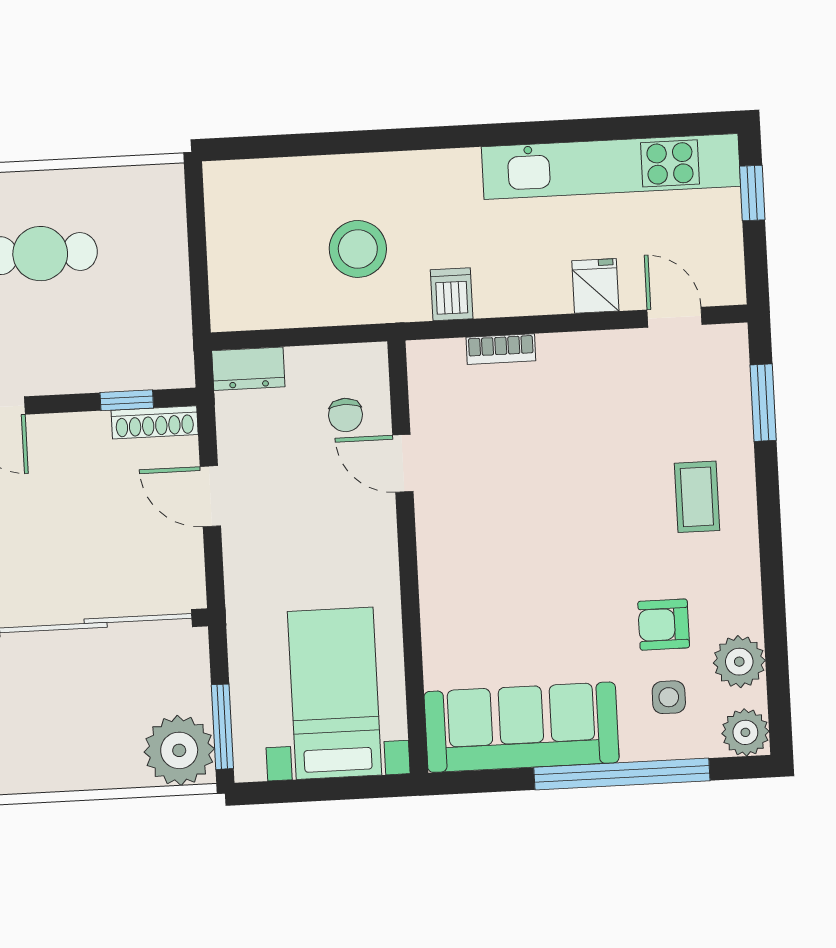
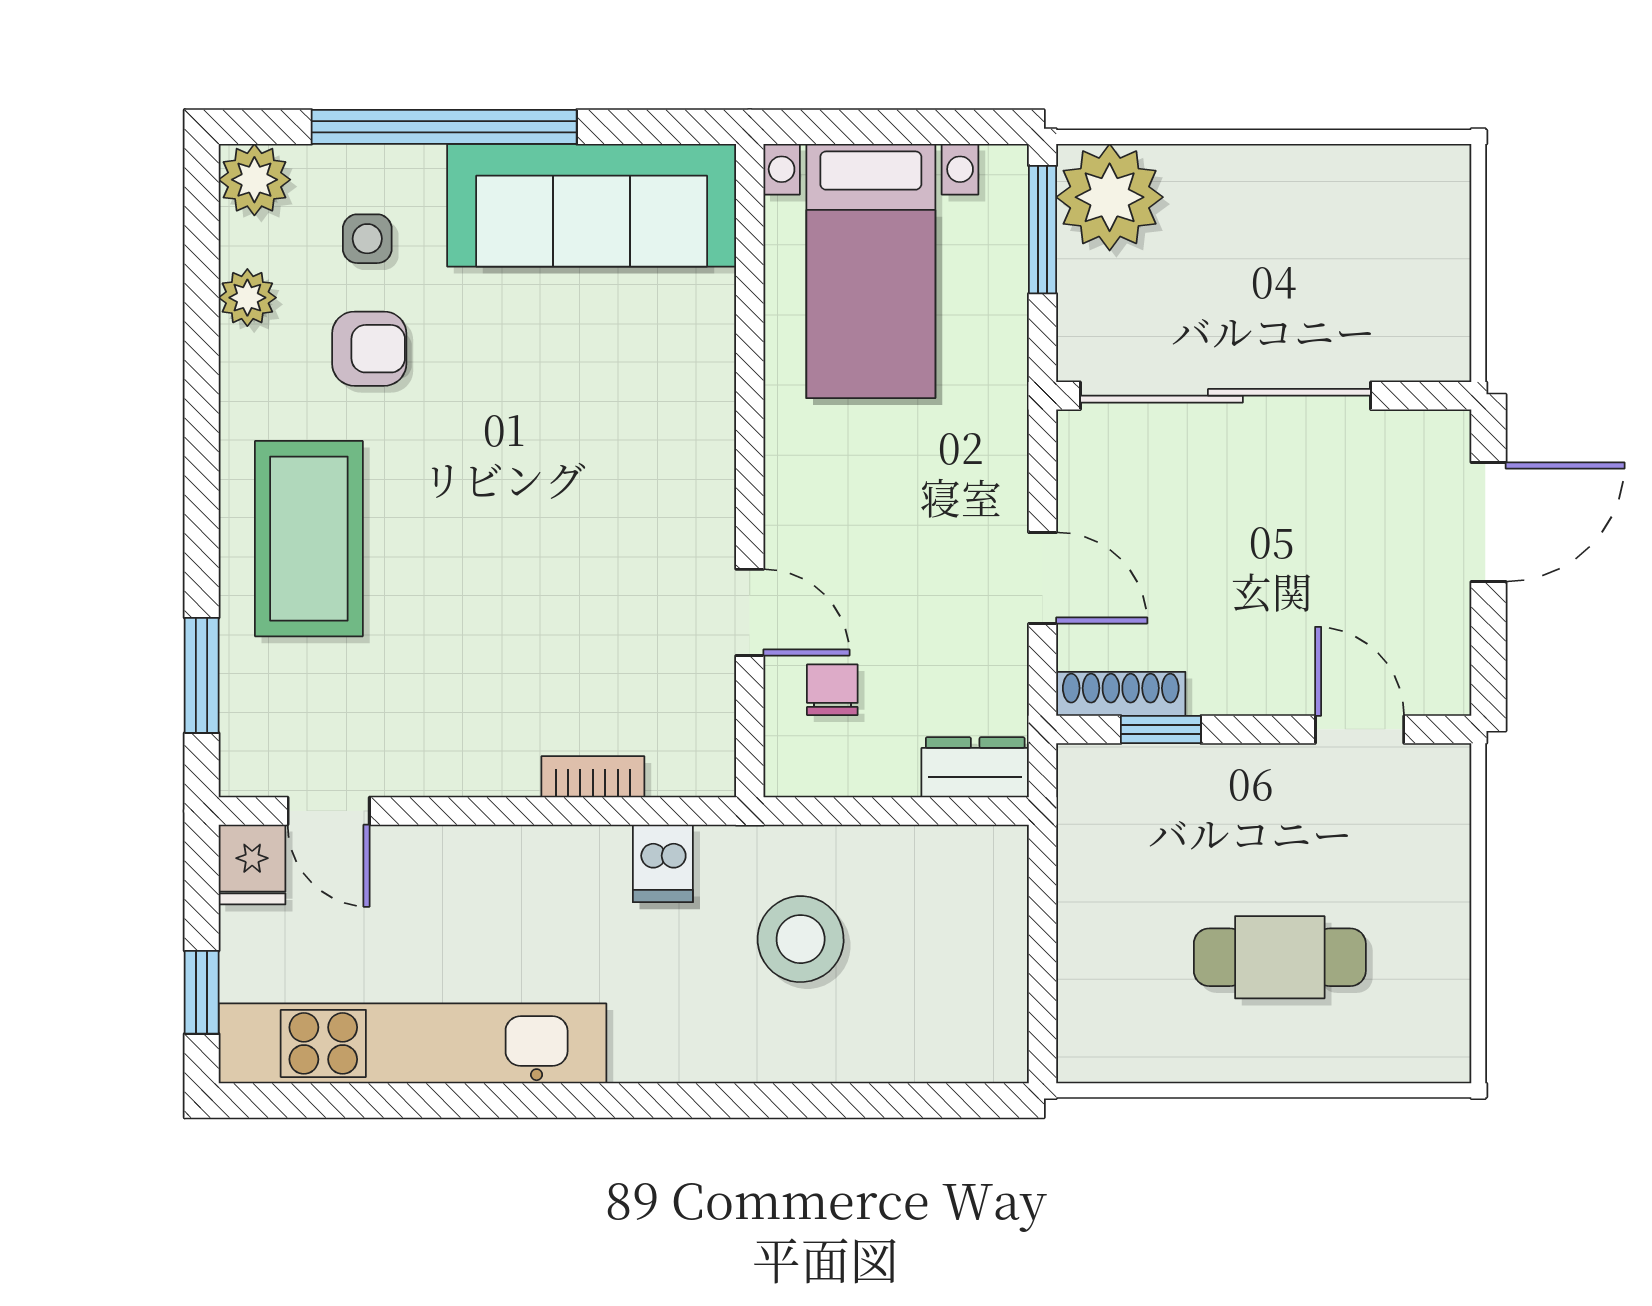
fridge: (595, 286) -> (252, 865), moved
coffee table: (697, 497) -> (309, 539), width x1.86, depth x1.72
plant: (739, 662) -> (247, 298), width x0.73, depth x0.73

